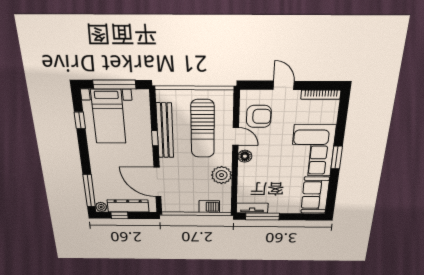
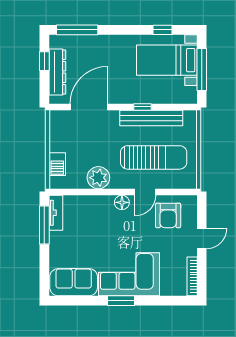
sun lounger: (203, 129) -> (154, 157), turned 180
plant: (101, 207) -> (56, 41), removed

